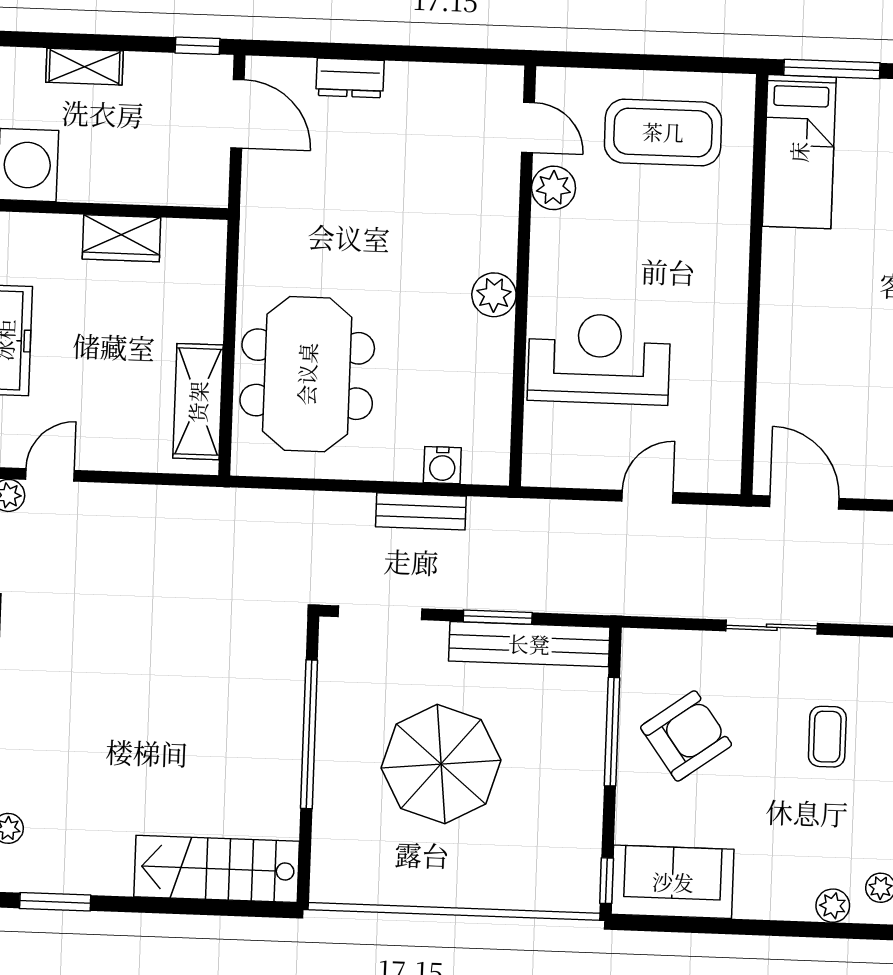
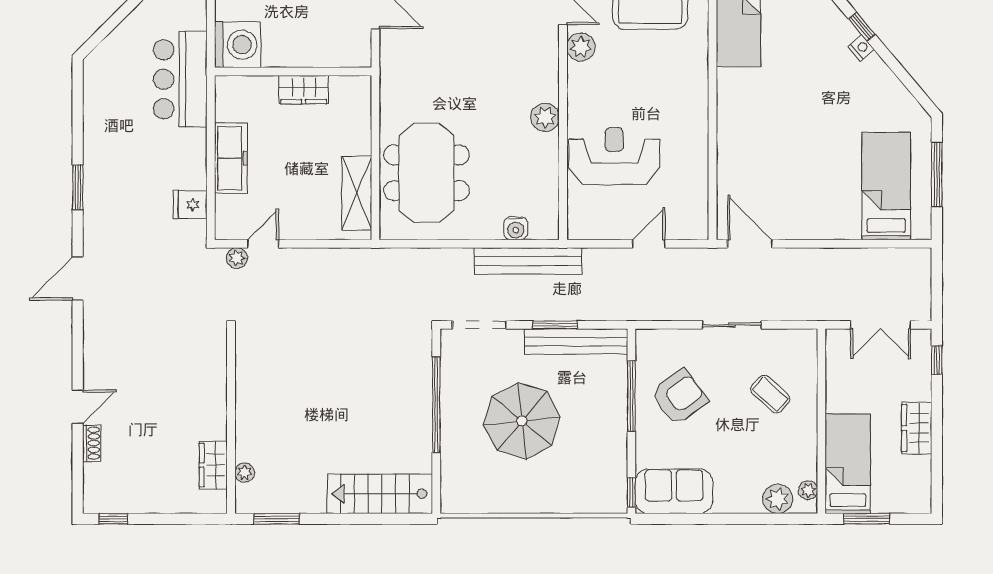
bench: (421, 511) -> (528, 261), width x1.86, depth x1.21
coffee table: (827, 737) -> (770, 394), turned -48
plant: (833, 906) -> (778, 499), width x1.38, depth x1.38

